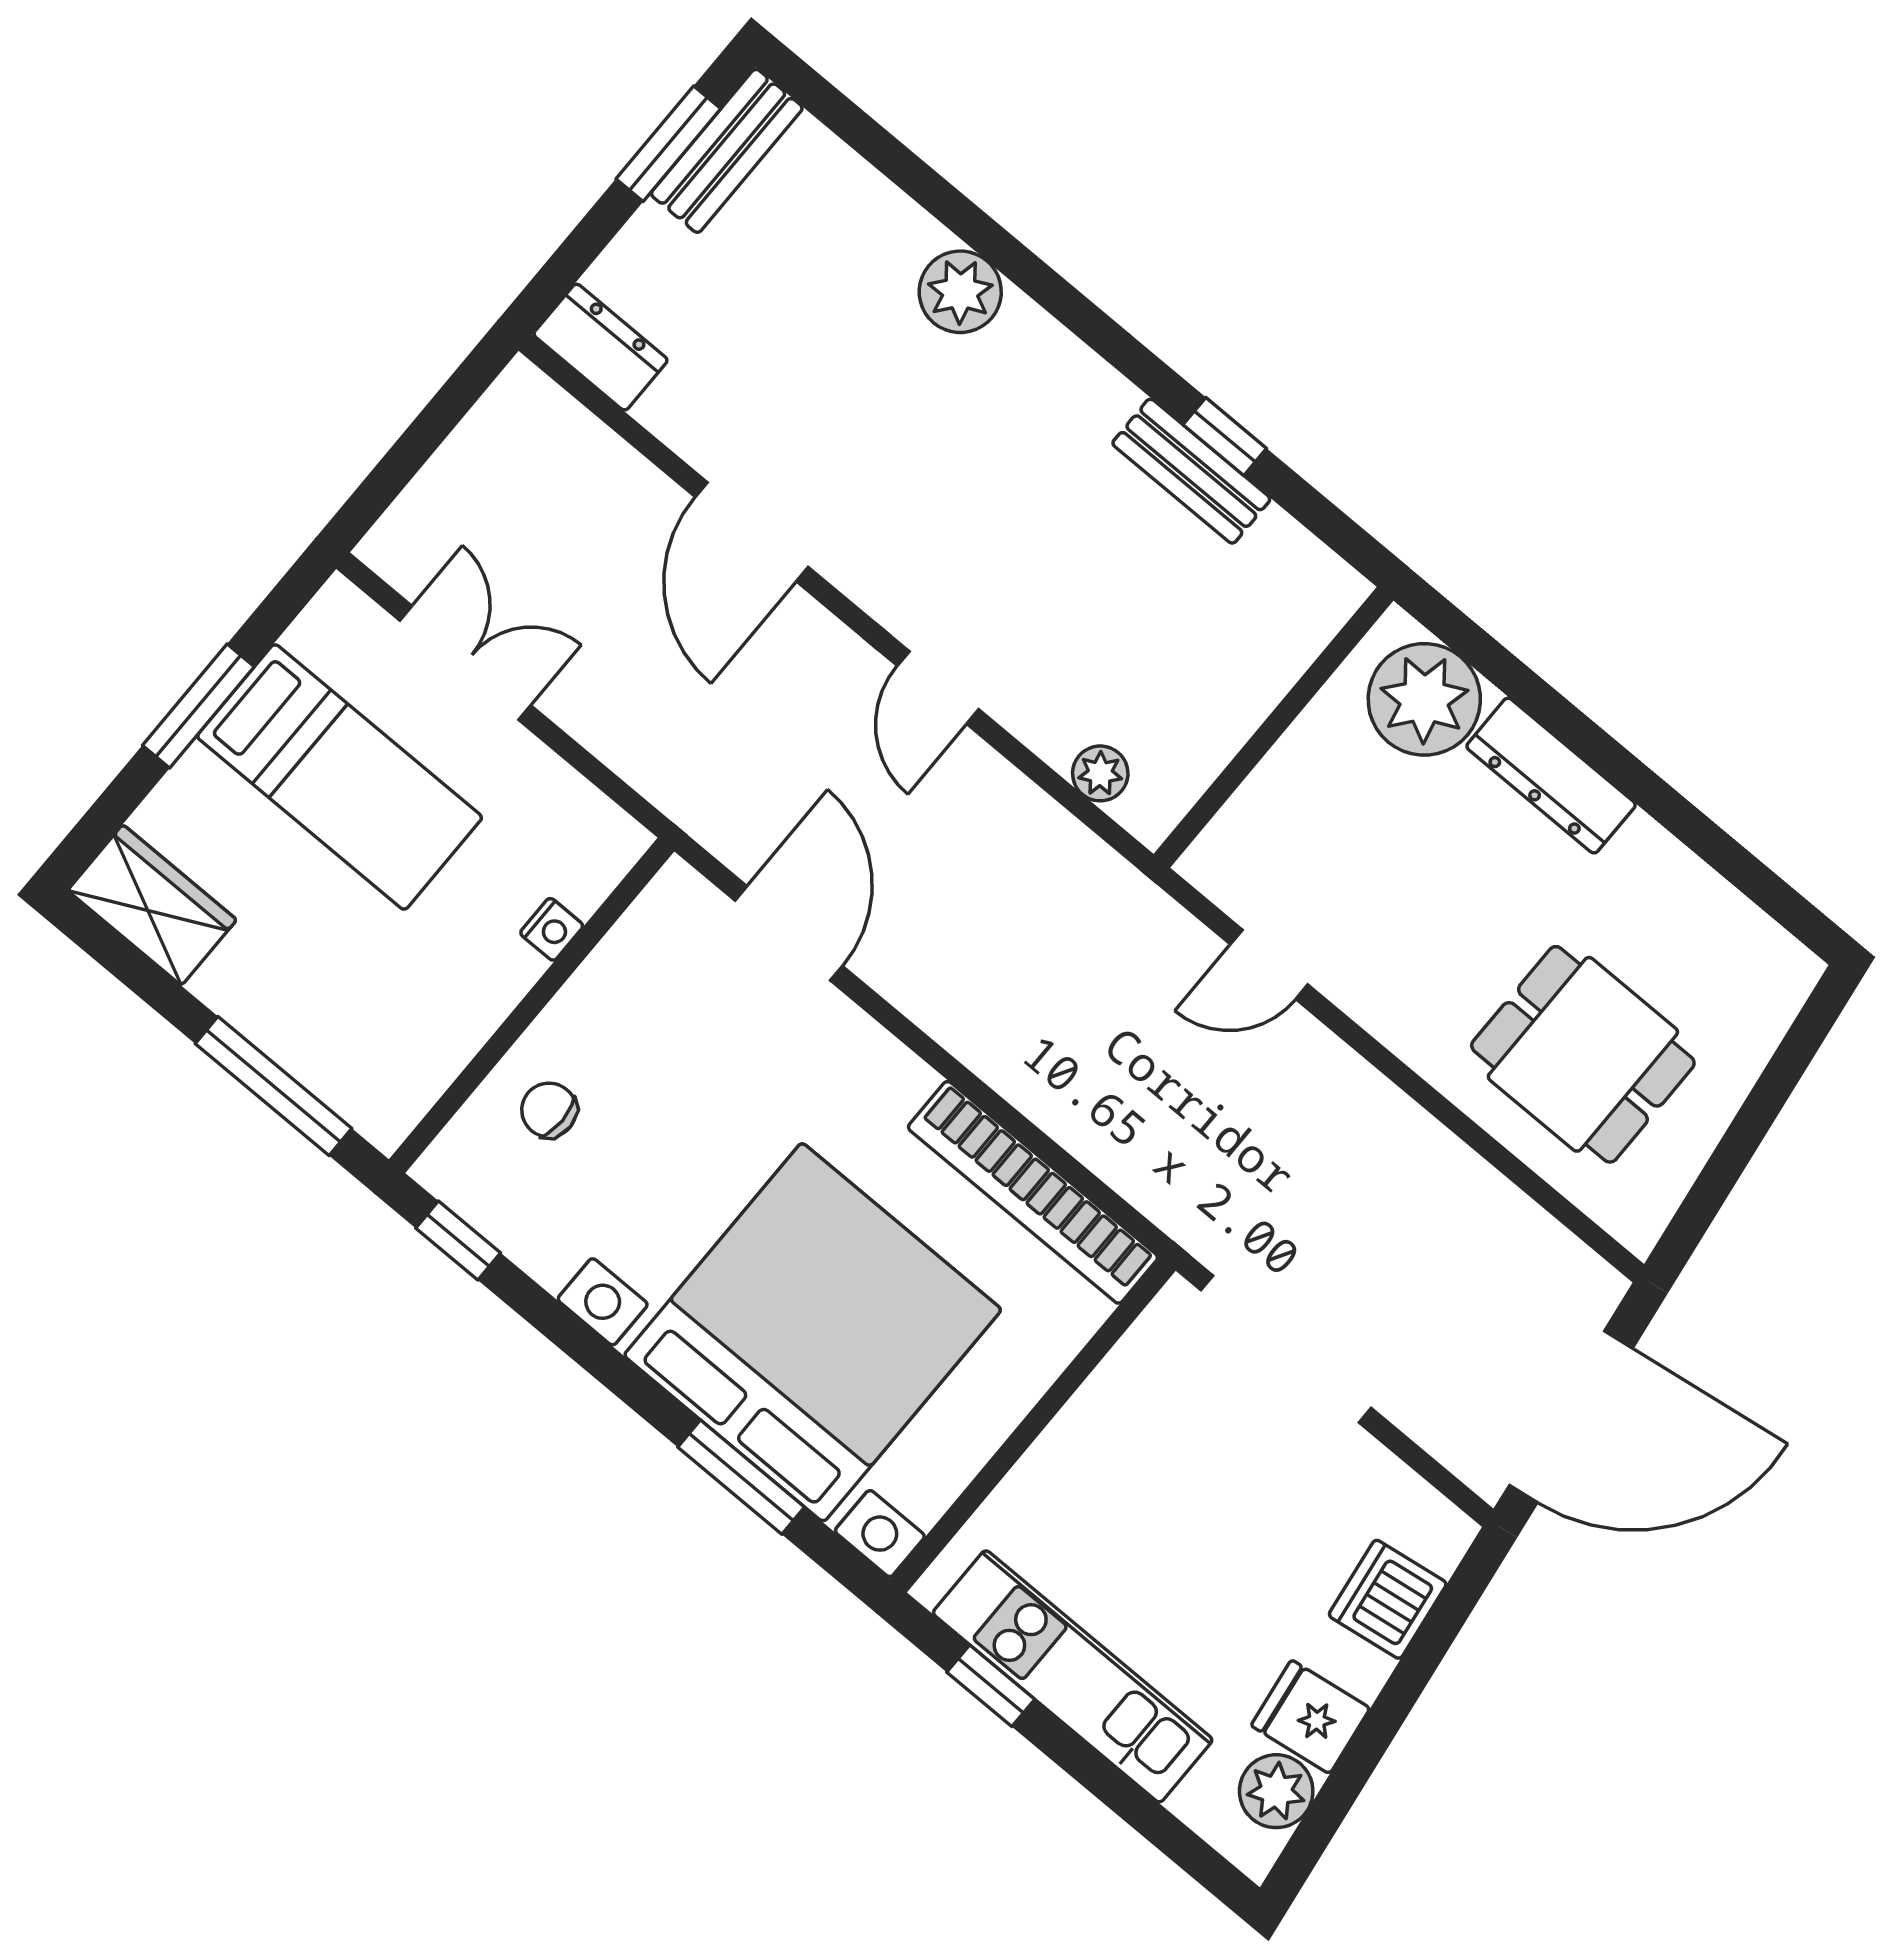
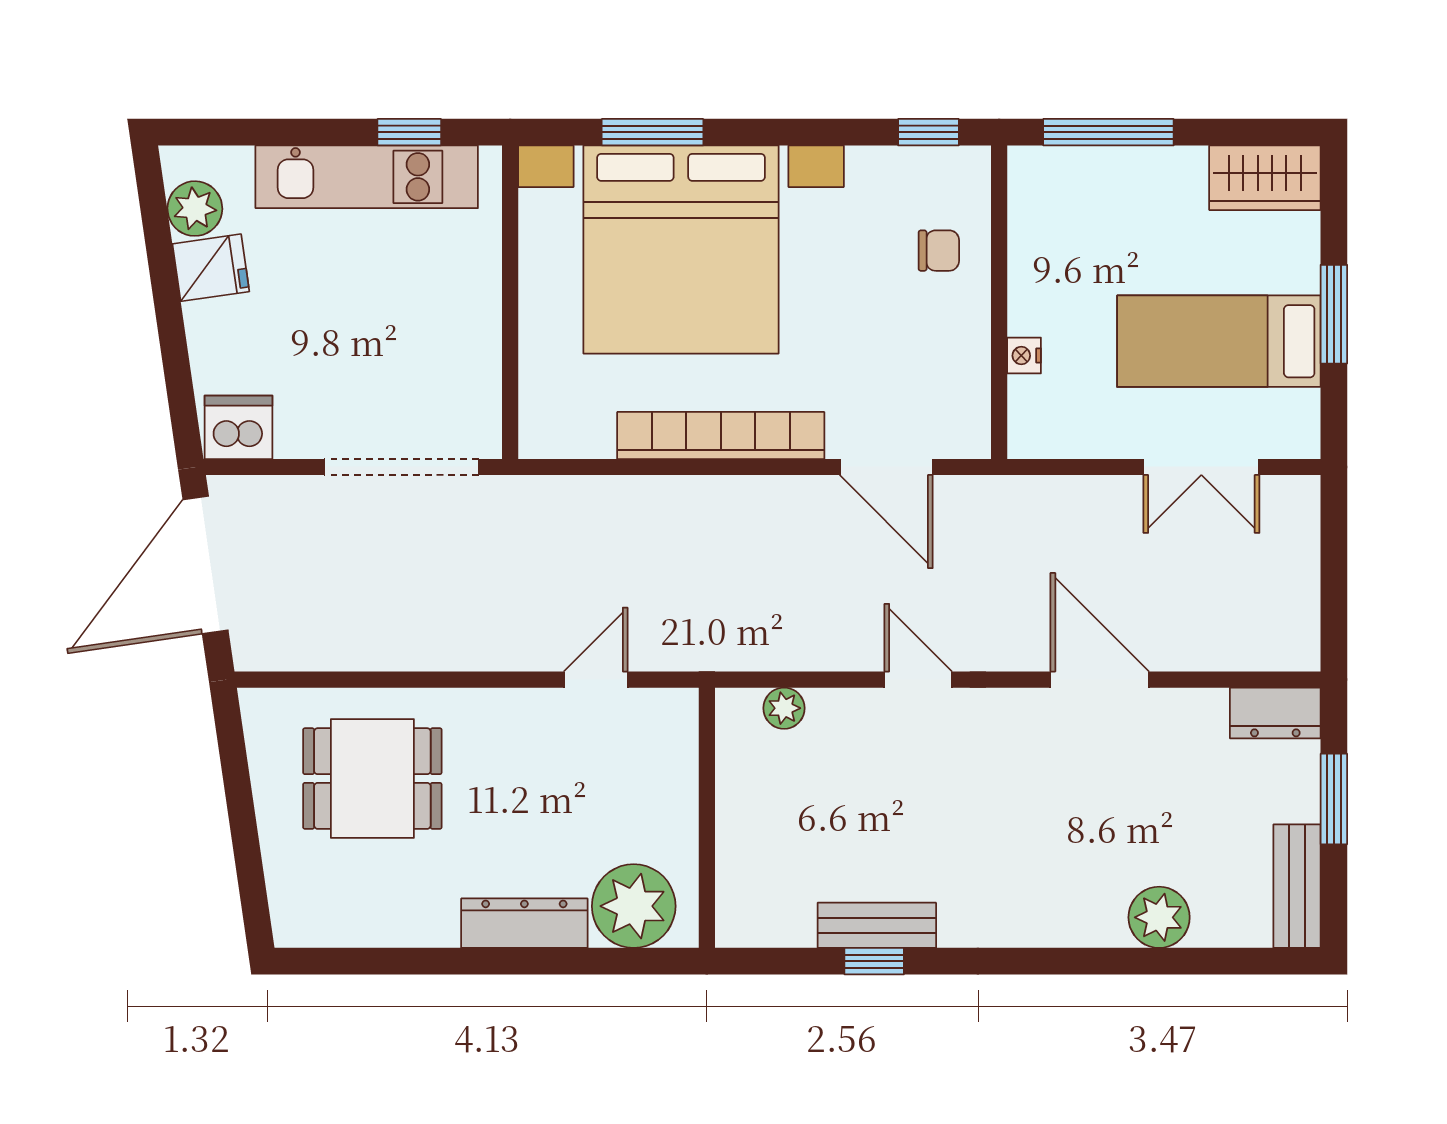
window: (668, 144) -> (1334, 799), moved
plant: (960, 292) -> (1159, 917), moved
bookcase: (1033, 1192) -> (721, 436), moved
dishwasher: (1388, 1599) -> (238, 427), moved, turned -82

